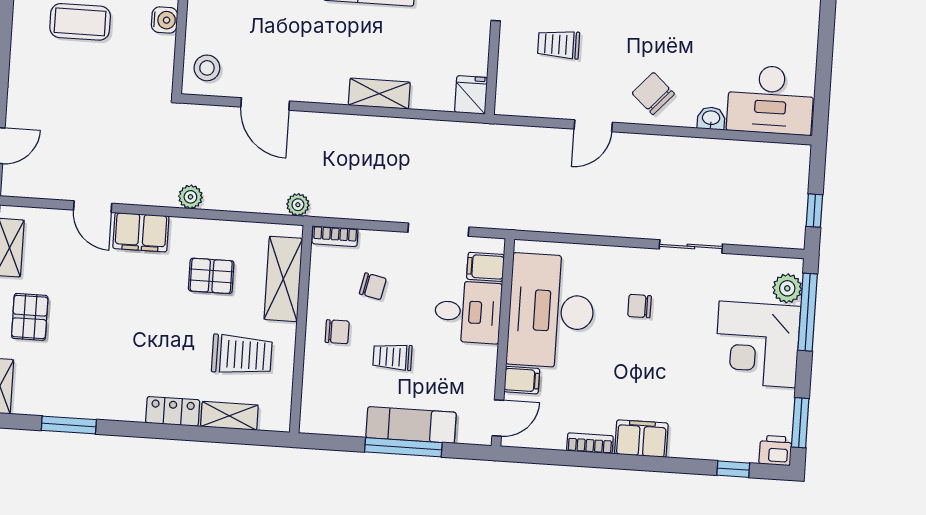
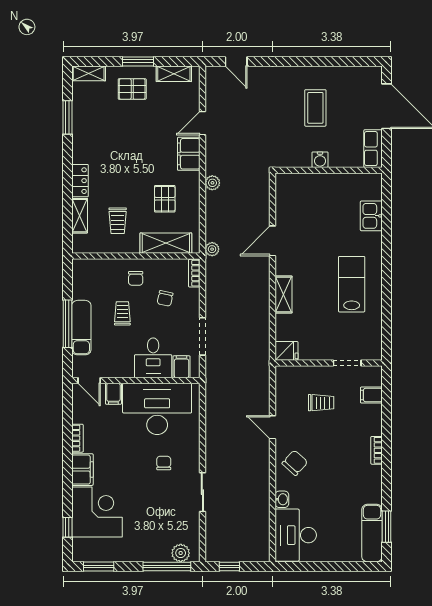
trolley: (559, 44) -> (321, 403), turned 90
stool: (207, 68) -> (292, 188), removed
door: (265, 104) -> (273, 241), moved
corner desk: (757, 344) -> (97, 512), moved, turned 90
trolley: (242, 355) -> (118, 221), width x0.73, depth x0.72
printer: (775, 450) -> (81, 552), removed

